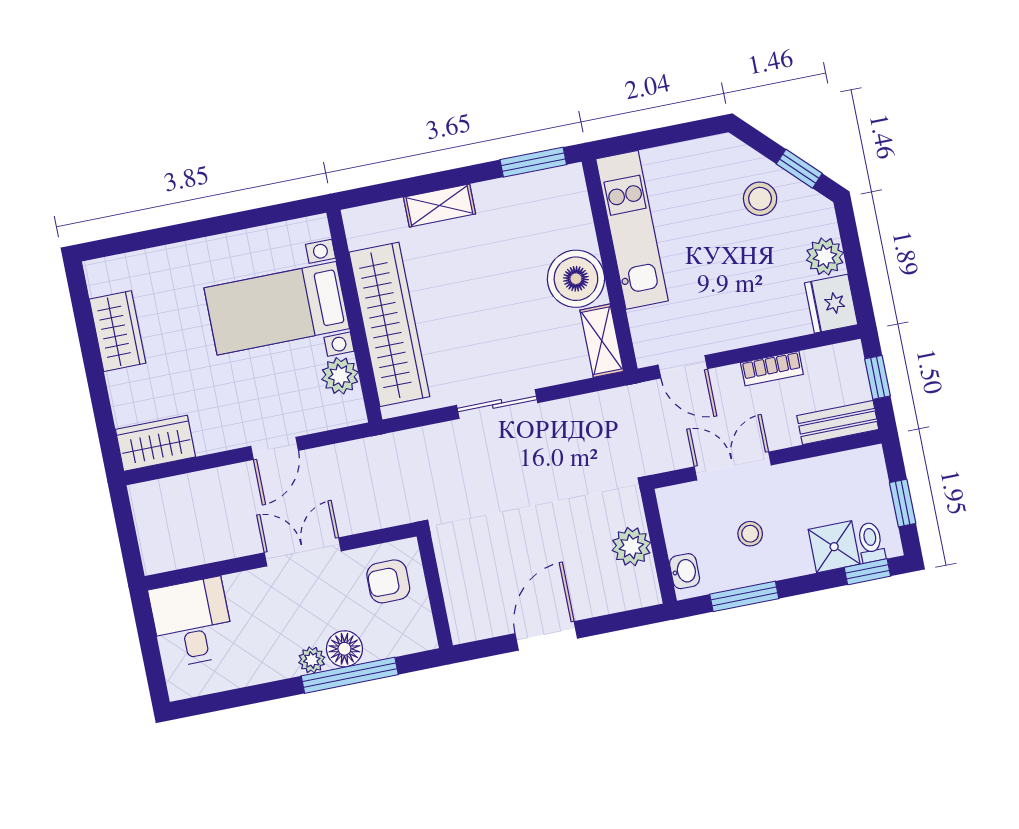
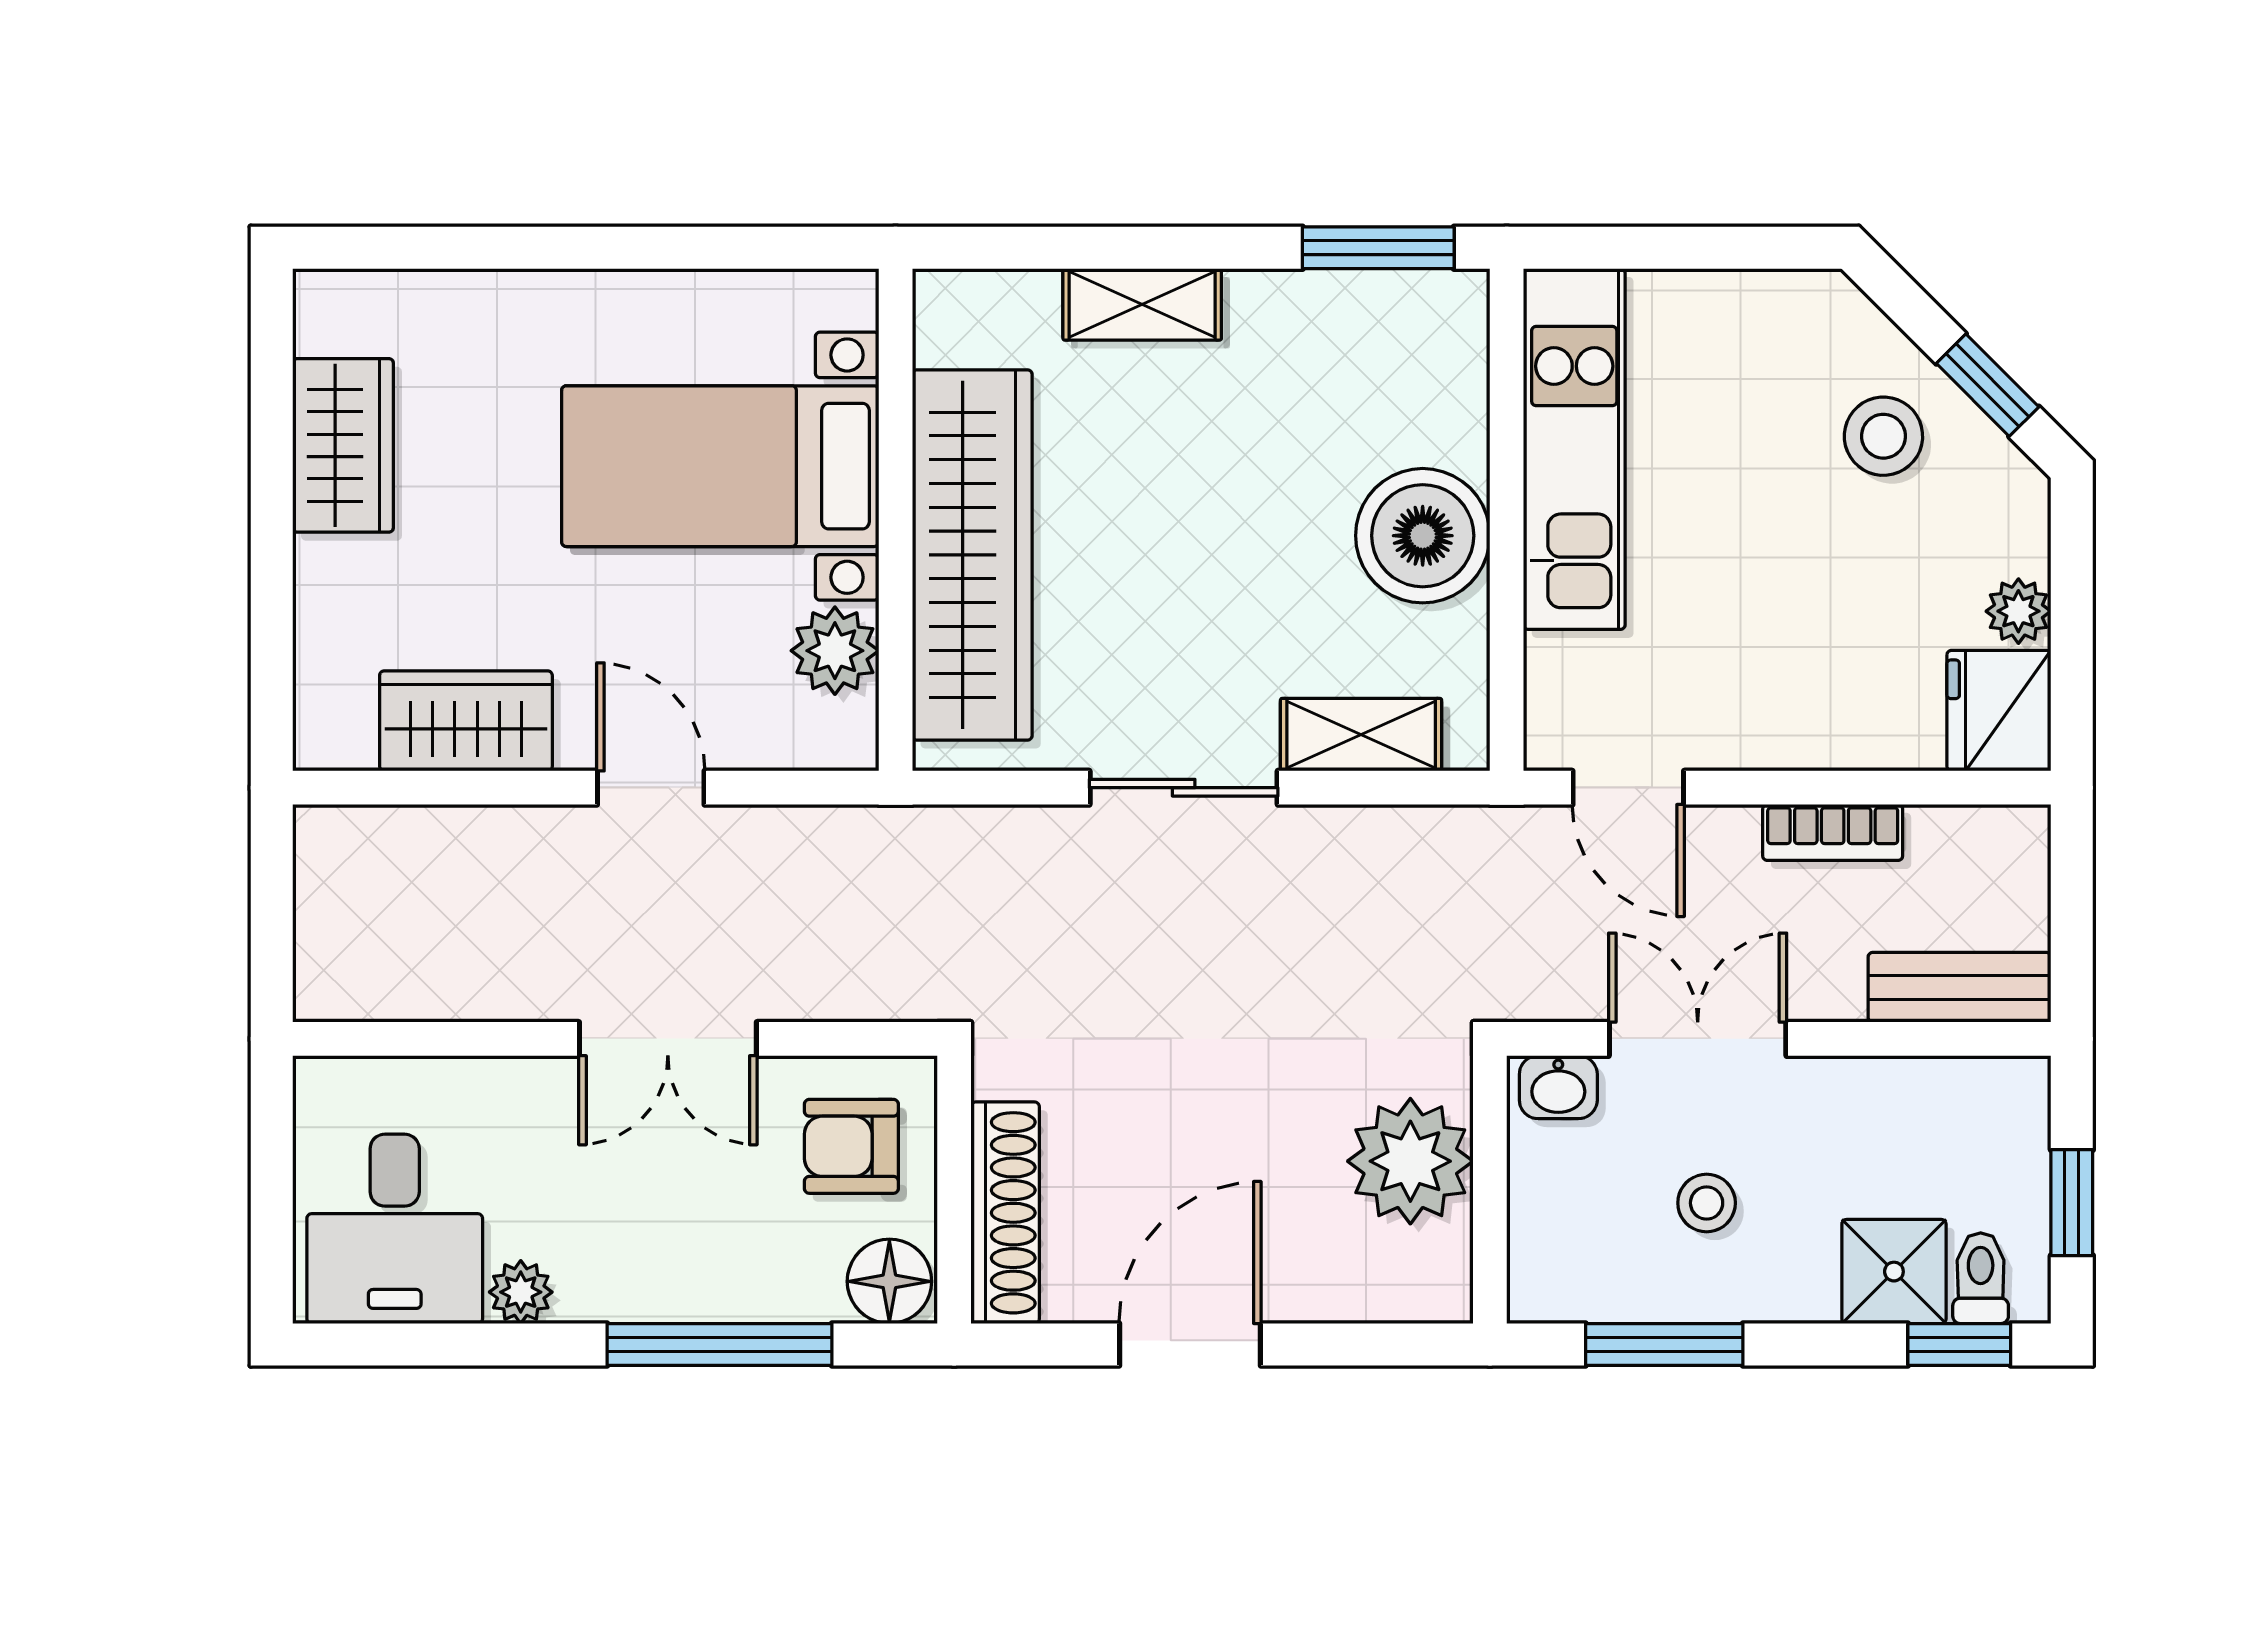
plant: (825, 256) -> (2018, 611), width x0.73, depth x0.73
shelving: (602, 341) -> (1361, 735), moved, turned 90
window: (878, 377) -> (2072, 902), removed
wardrobe: (156, 443) -> (466, 721), moved
door: (275, 448) -> (651, 788), swing flipped
plant: (631, 547) -> (1410, 1161), width x1.36, depth x1.36
double door: (303, 552) -> (668, 1039), swing flipped
washbasin: (685, 571) -> (1558, 1087), moved, turned 90
shoe rack: (458, 596) -> (1005, 1213), added
desk: (192, 622) -> (395, 1229), moved, turned 180
floor lamp: (344, 649) -> (889, 1281), moved
plant: (312, 660) -> (521, 1292), moved

